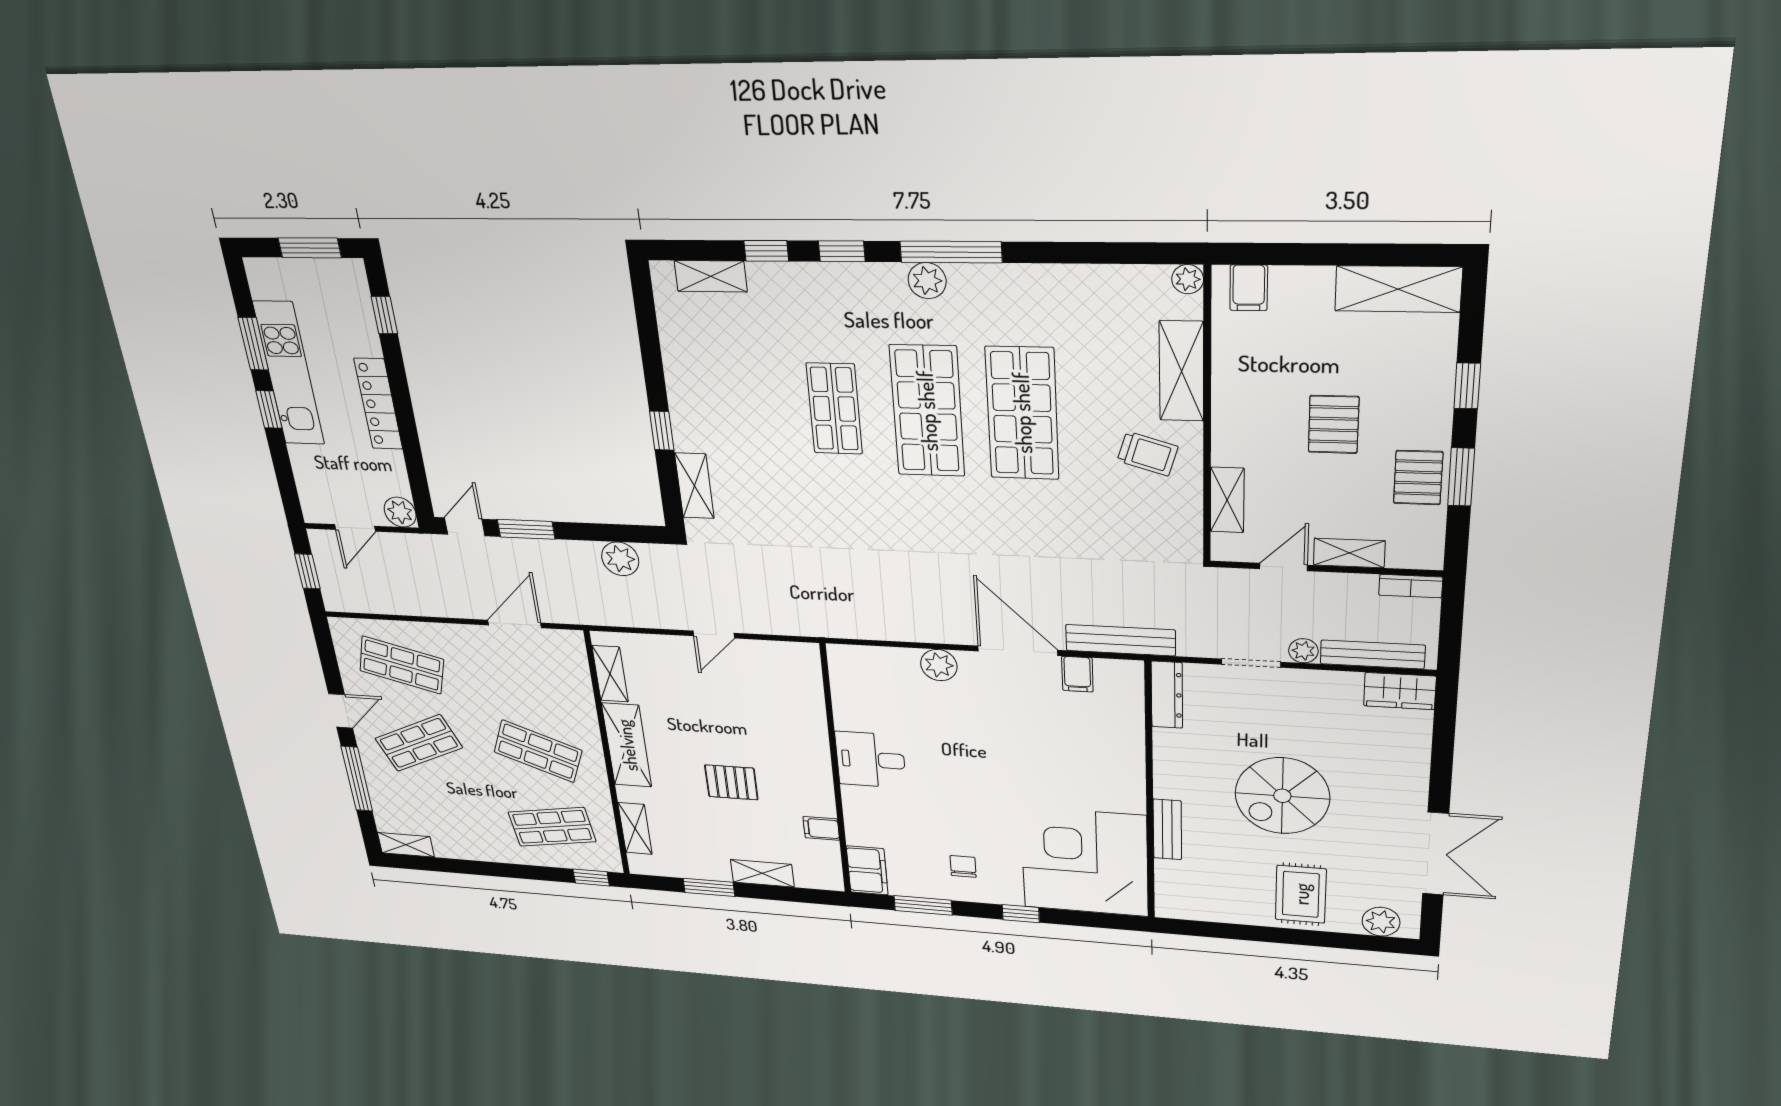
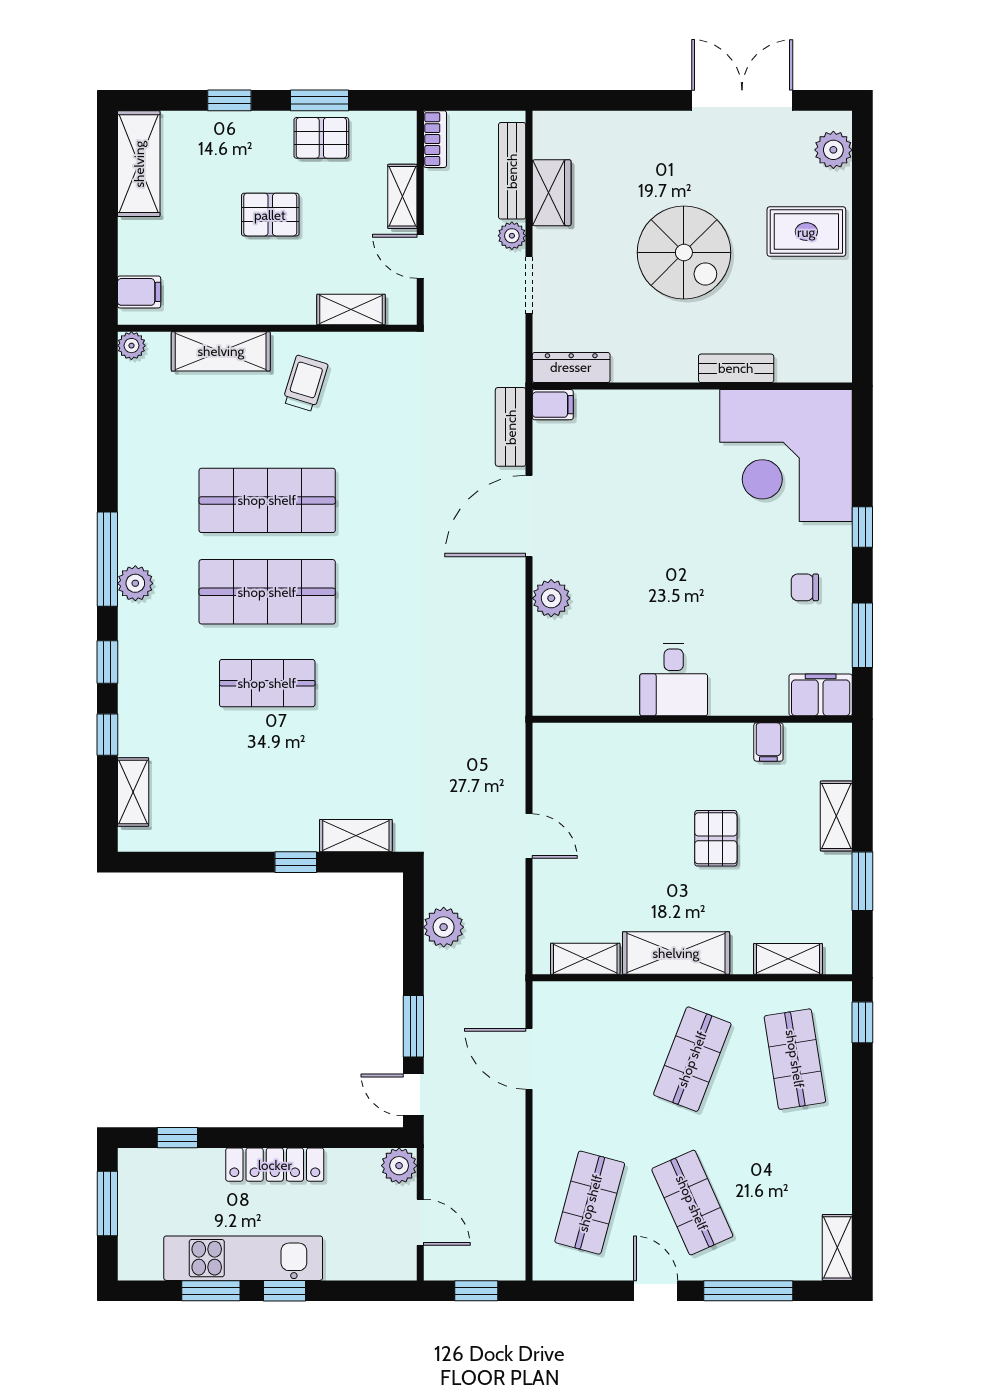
bench: (1120, 640) -> (511, 427), width x0.73
filing cabinet: (1077, 674) -> (553, 405), moved
wardrobe: (1400, 691) -> (552, 193), moved

